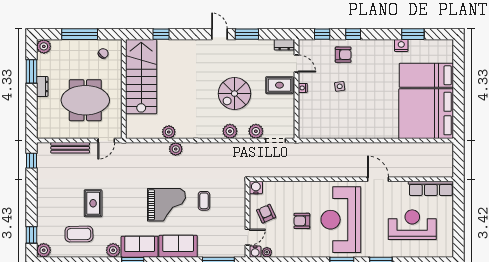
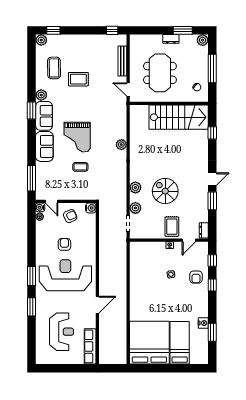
plant: (169, 132) -> (135, 139), removed

